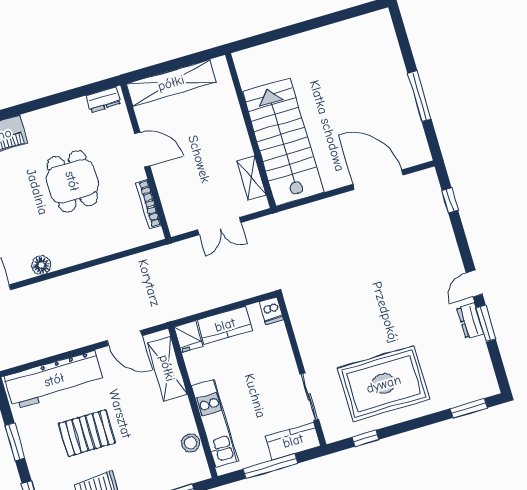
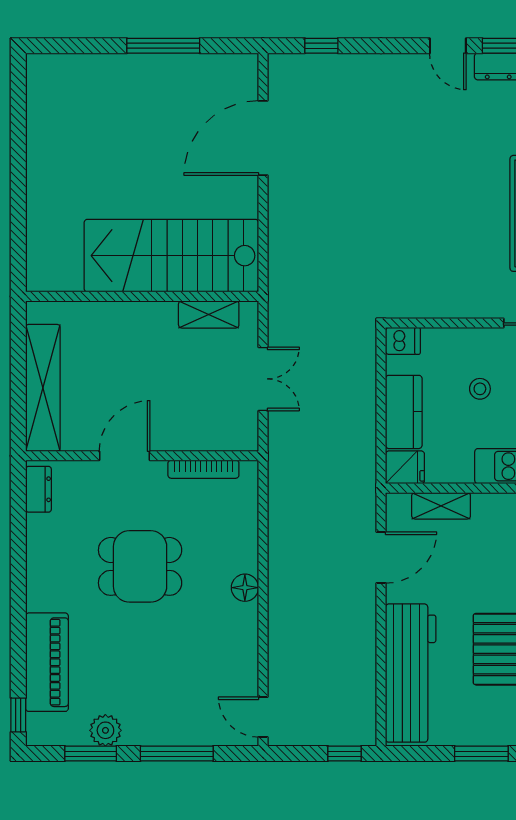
floor lamp: (41, 265) -> (245, 588), moved
shelving: (167, 368) -> (441, 506), width x0.67, depth x0.75
stool: (255, 371) -> (480, 389), added

